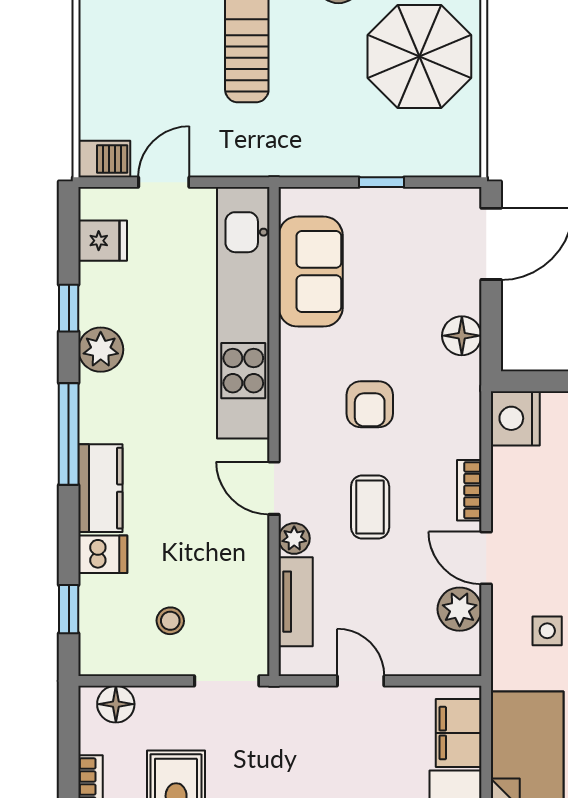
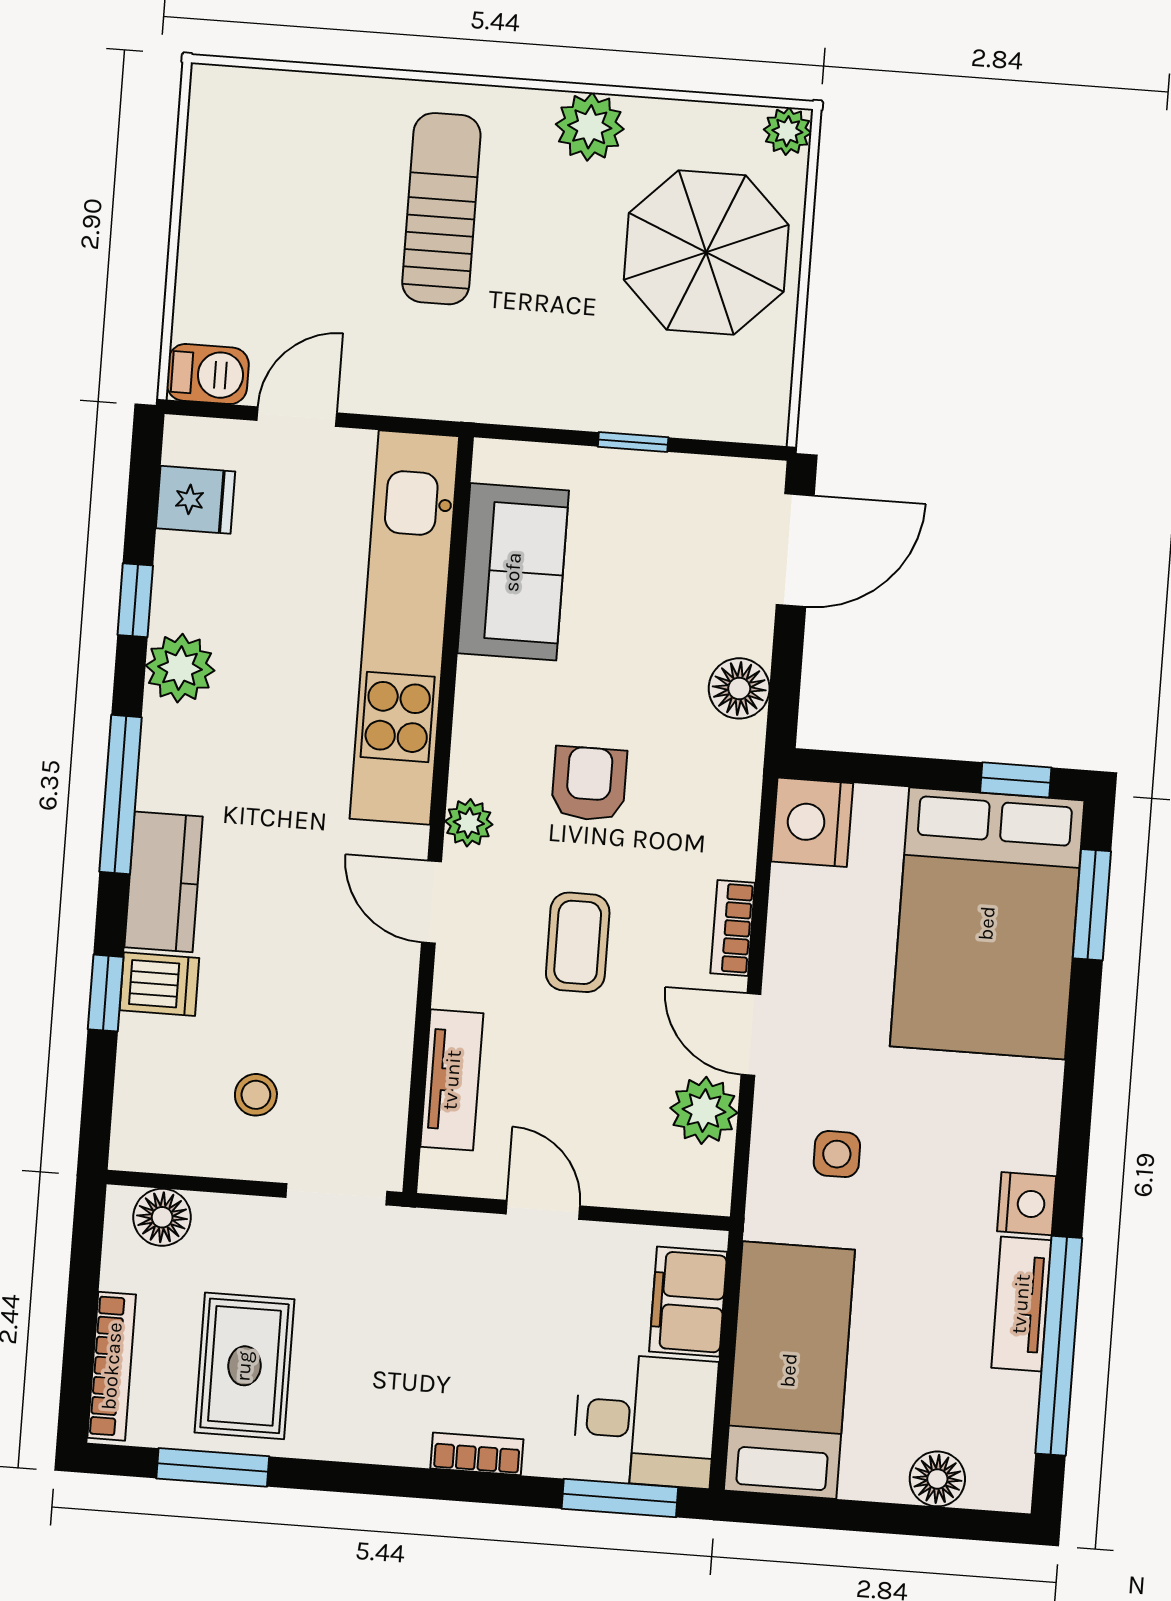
armchair: (370, 404) -> (589, 784), turned 180
plant: (294, 538) -> (469, 823), moved
window: (69, 609) -> (106, 993), moved

